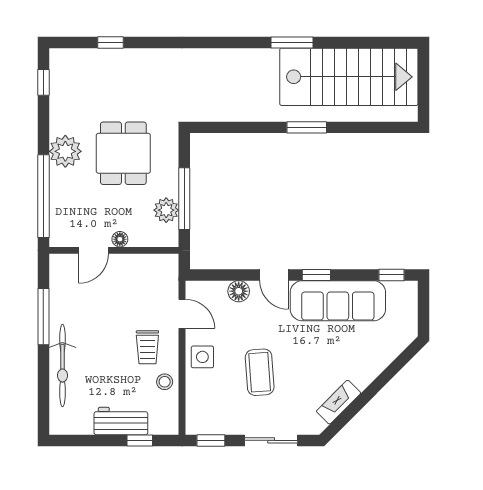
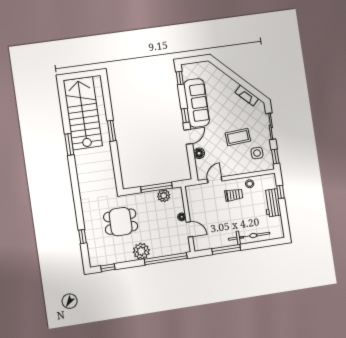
dining table: (123, 153) -> (121, 222), moved
side table: (202, 357) -> (257, 153), moved

